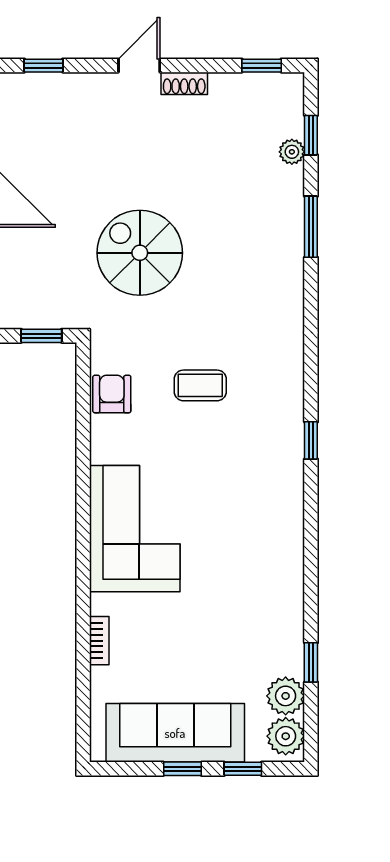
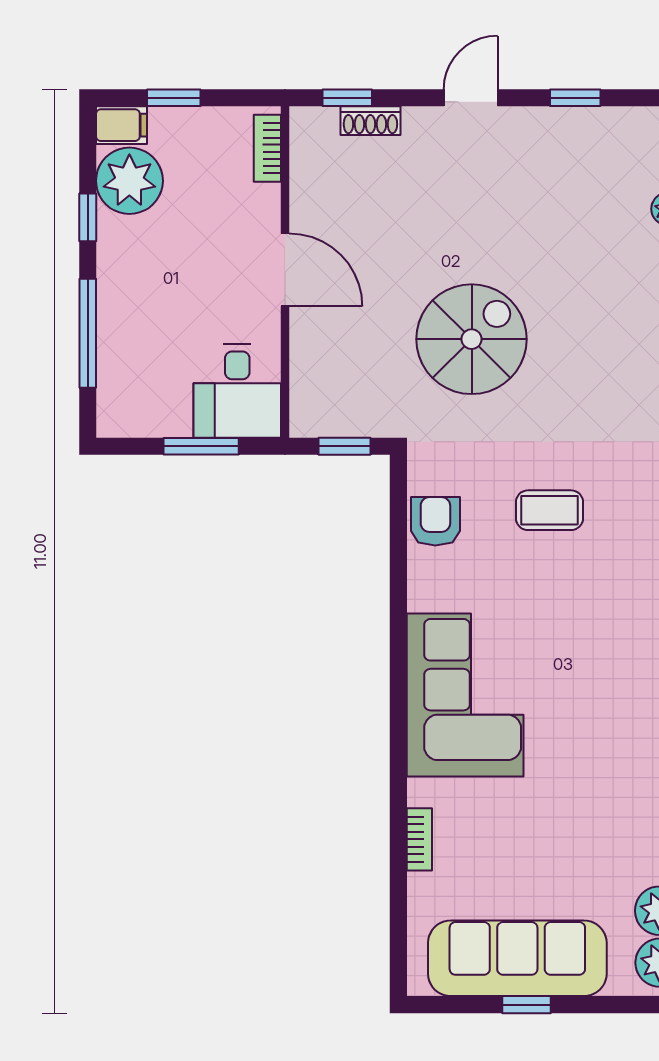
window: (262, 66) -> (575, 98), moved
shoe rack: (184, 83) -> (370, 121), moved
spiral stairs: (140, 253) -> (472, 339), turned 90
window: (243, 769) -> (604, 1005), removed

